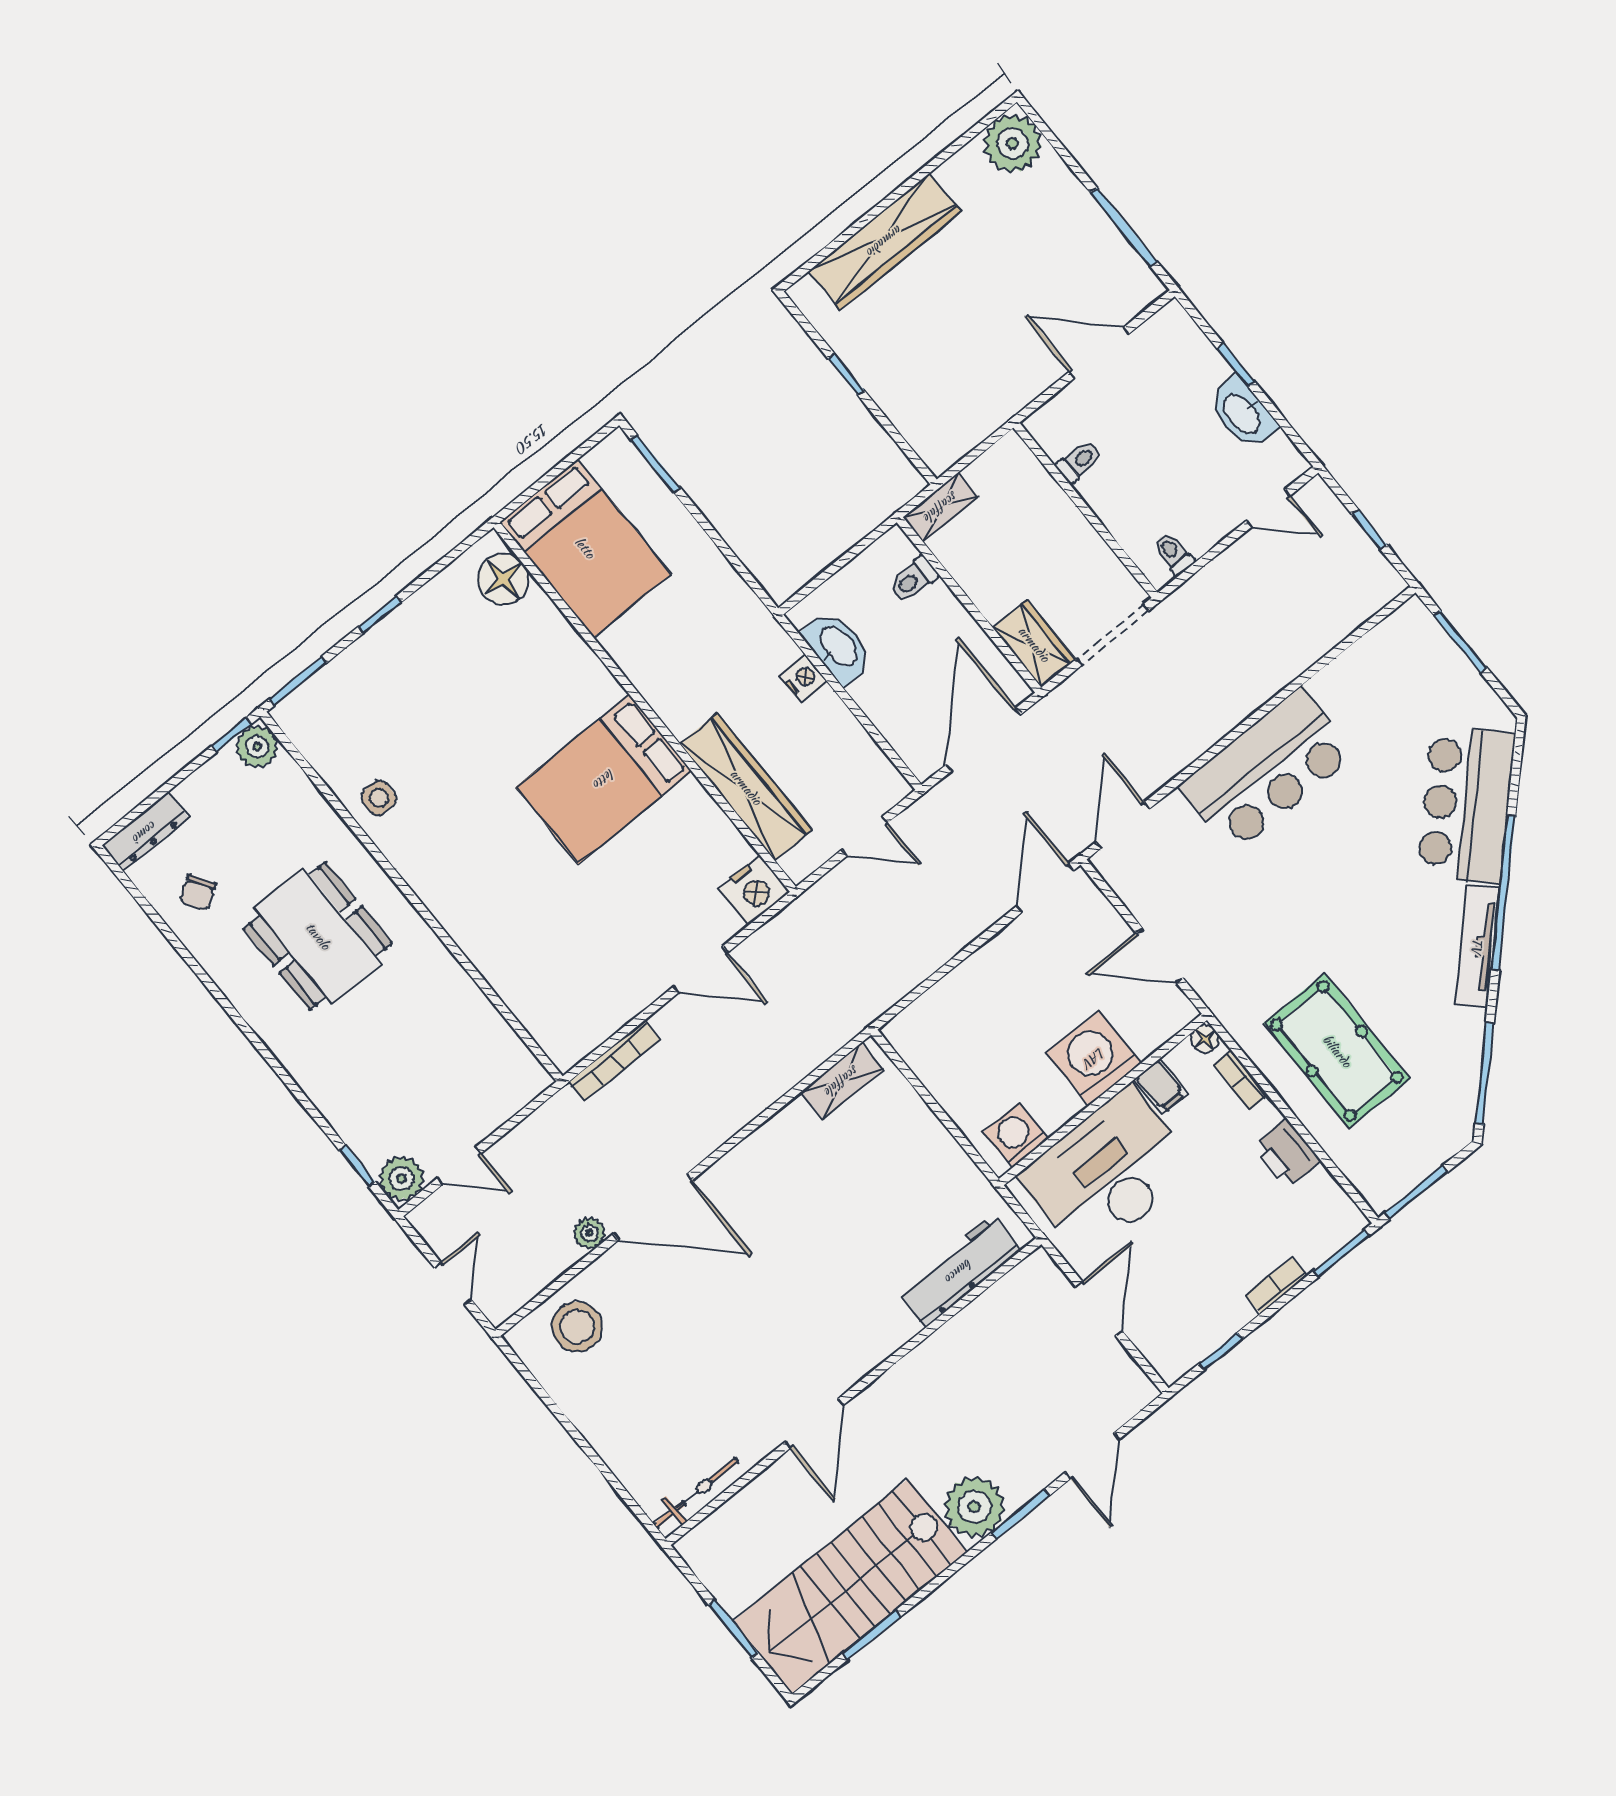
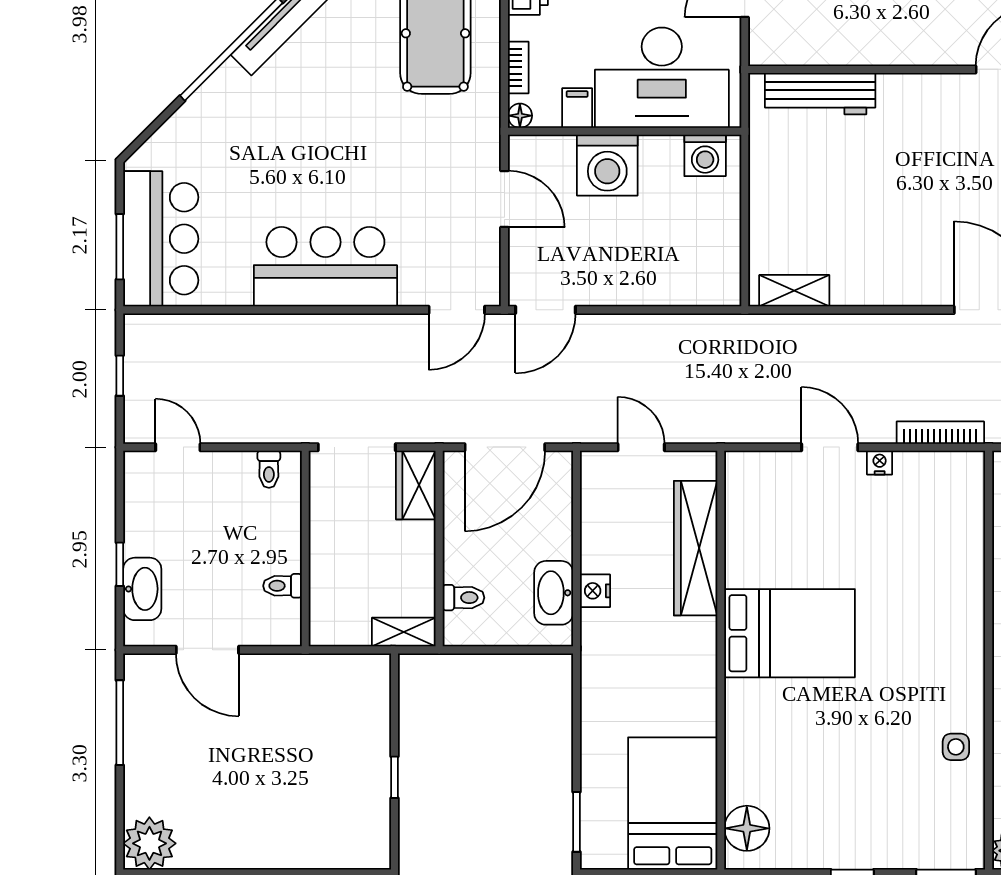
wardrobe: (885, 241) -> (293, 847), removed
washbasin: (1243, 413) -> (142, 589), moved
bar counter: (1466, 804) -> (161, 239), moved, turned -45
nightstand: (754, 890) -> (880, 463), moved, width x0.53, depth x0.56

